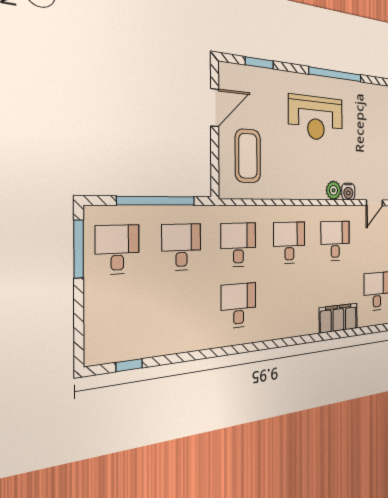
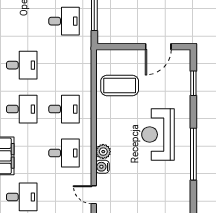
door: (215, 108) -> (158, 47), hinge flipped
coffee table: (248, 156) -> (120, 85), moved
desk: (238, 245) -> (22, 109), moved

